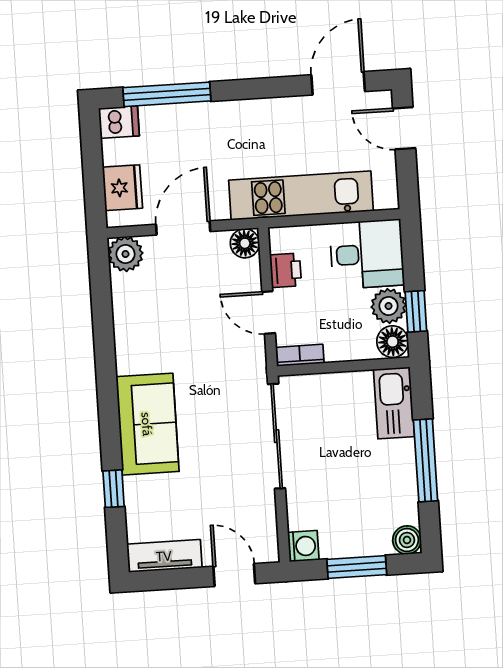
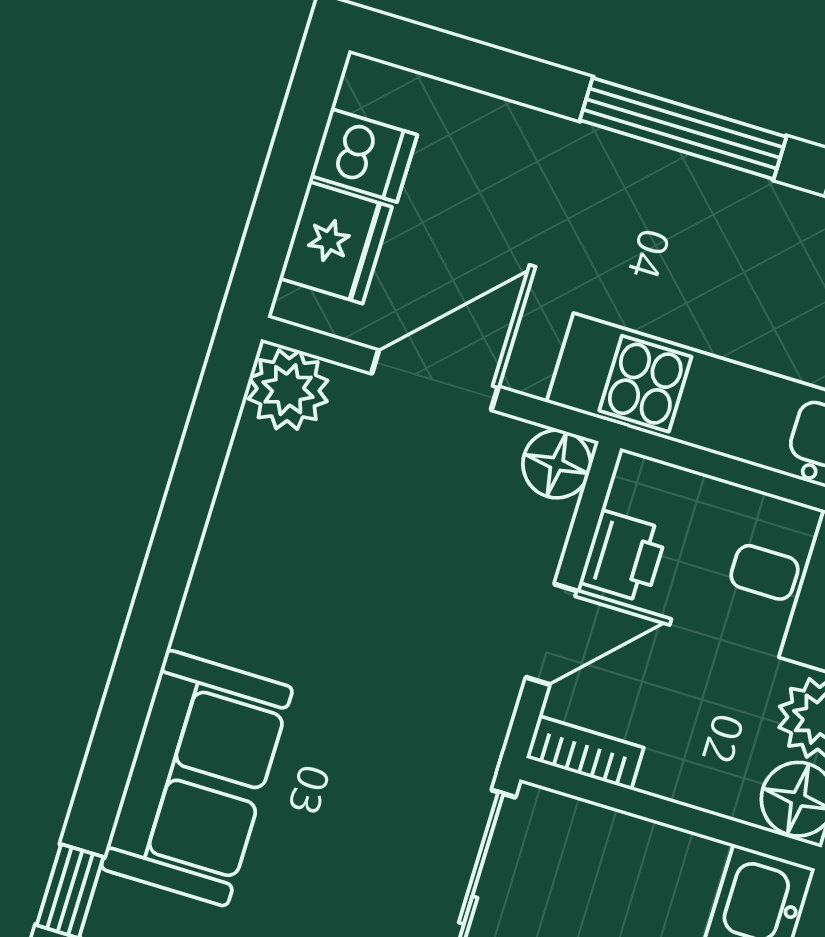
window: (167, 94) -> (683, 128), moved
dishwasher: (119, 122) -> (364, 155), moved
door: (269, 313) -> (552, 634), swing flipped

